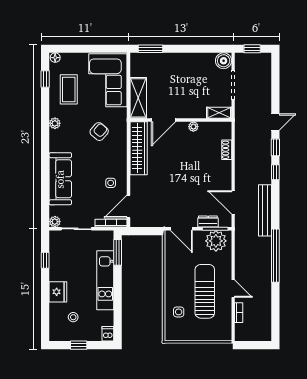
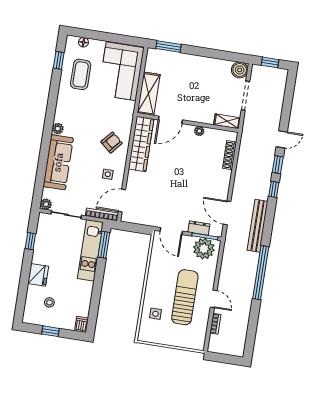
floor lamp: (55, 58) -> (83, 42), moved
plant: (55, 123) -> (58, 129), moved
armchair: (99, 132) -> (112, 142), moved
shoe rack: (227, 150) -> (230, 155), width x1.43
kitchen unit: (105, 280) -> (90, 250), moved

